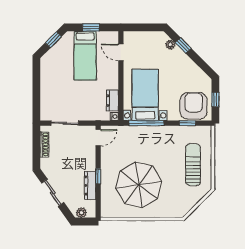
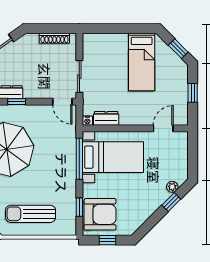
bed: (85, 56) -> (142, 62), moved, turned -90
sliding door: (65, 123) -> (79, 77), moved
sun lounger: (193, 165) -> (31, 214), turned 180

